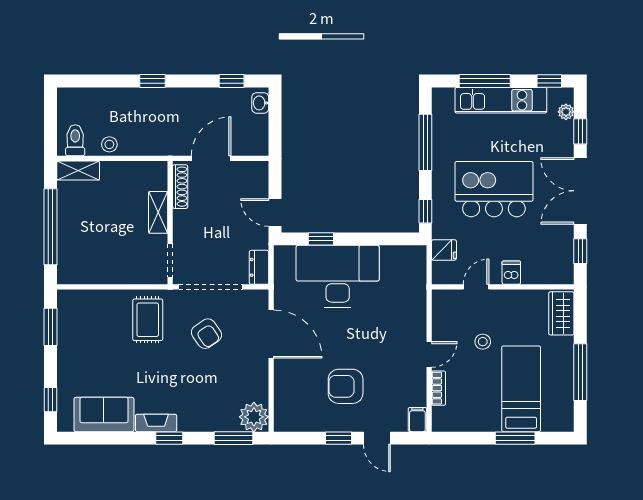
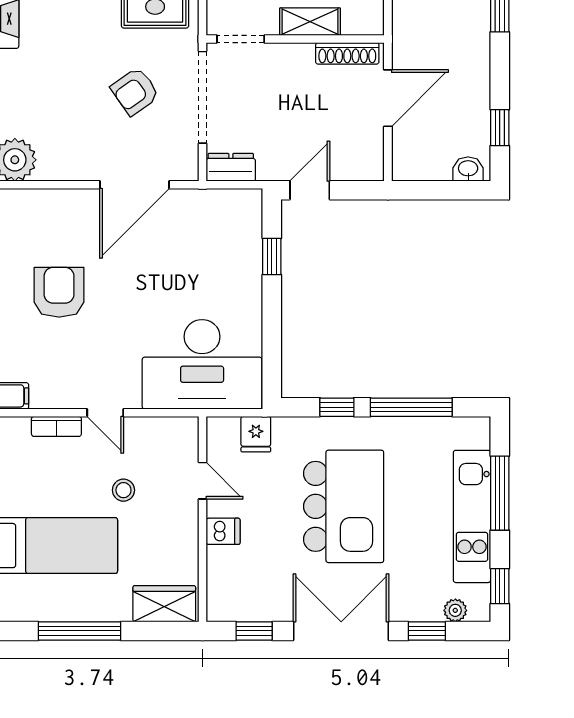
door: (211, 158) -> (388, 98), hinge flipped
window: (425, 211) -> (337, 407), moved
desk: (338, 276) -> (202, 364), moved, turned 90

